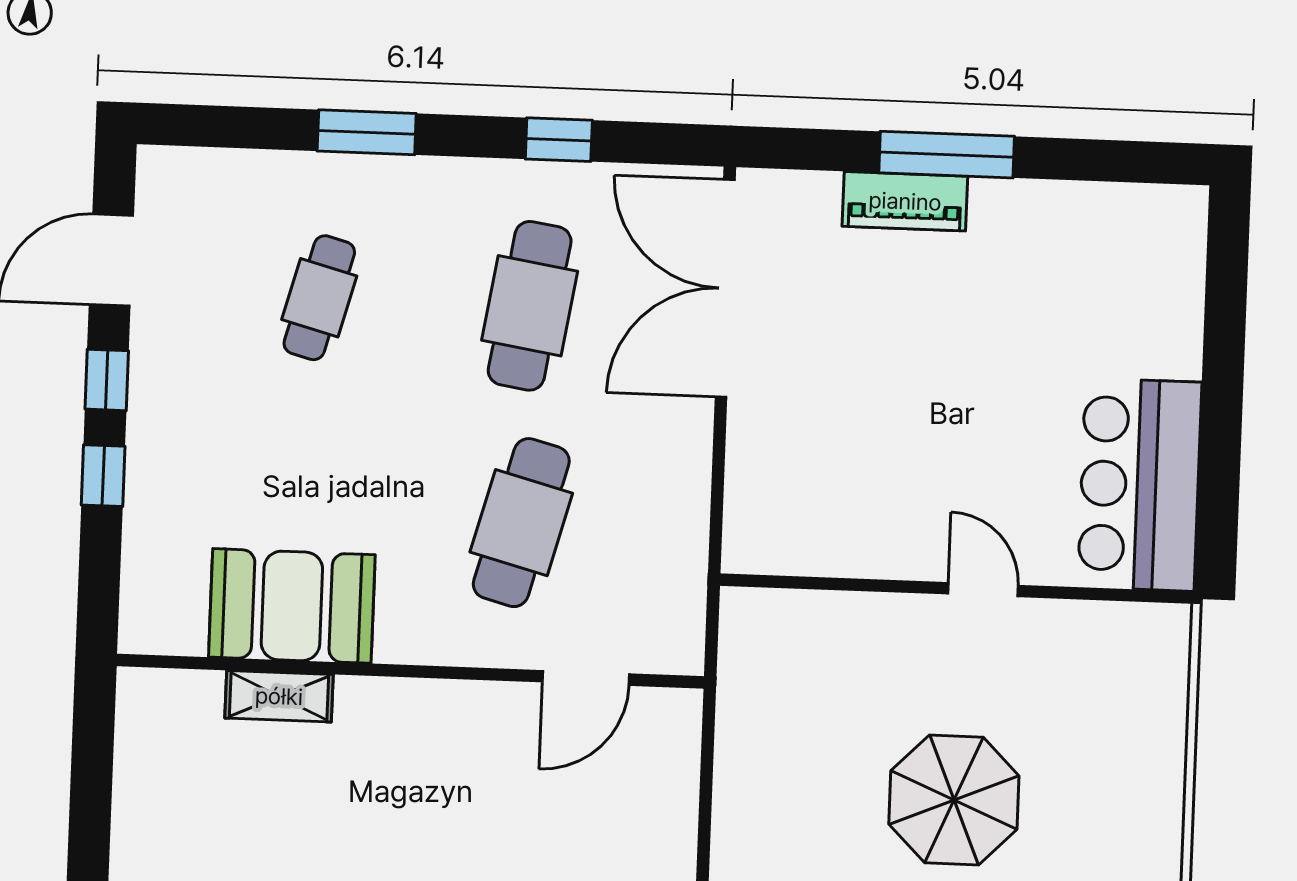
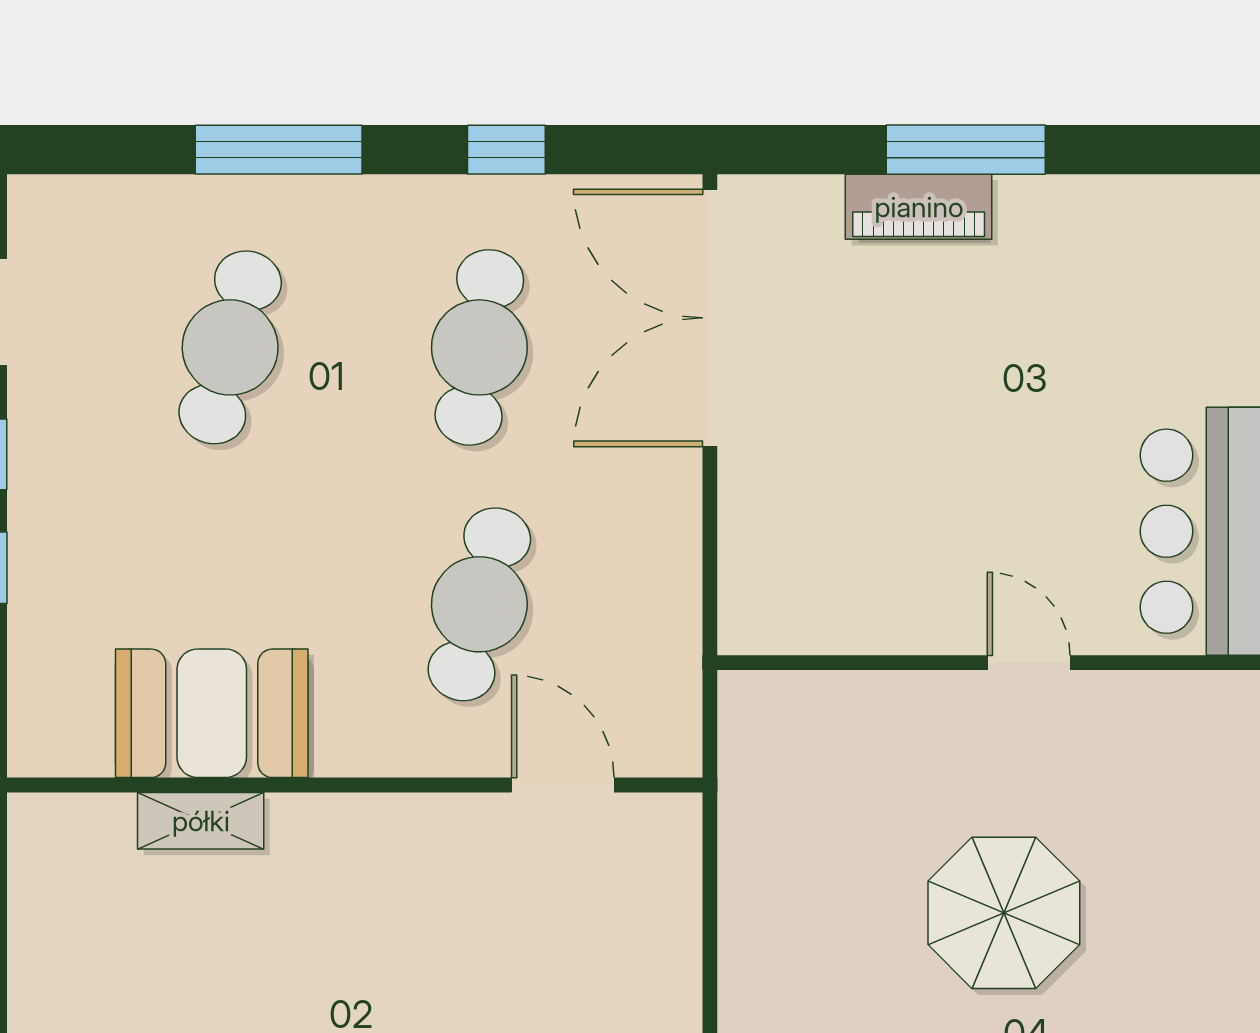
window: (367, 132) -> (279, 150), width x1.44
cafe table: (319, 298) -> (230, 347), width x1.37, depth x1.35
door: (586, 678) -> (563, 785), swing flipped

